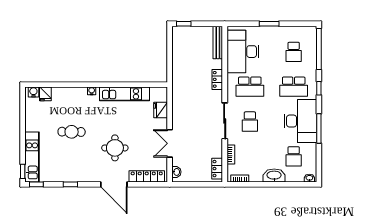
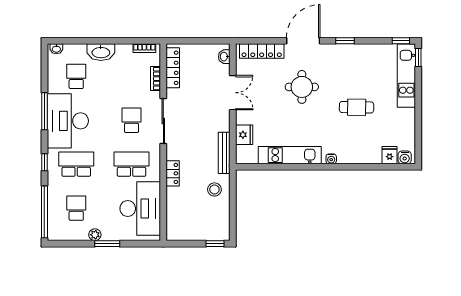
plant: (279, 31) -> (95, 235), added
bench: (218, 43) -> (224, 153), moved
stool: (184, 67) -> (214, 189), added
locker: (217, 169) -> (173, 68), width x1.53
window: (70, 184) -> (345, 41), moved
door: (114, 184) -> (303, 41), hinge flipped

